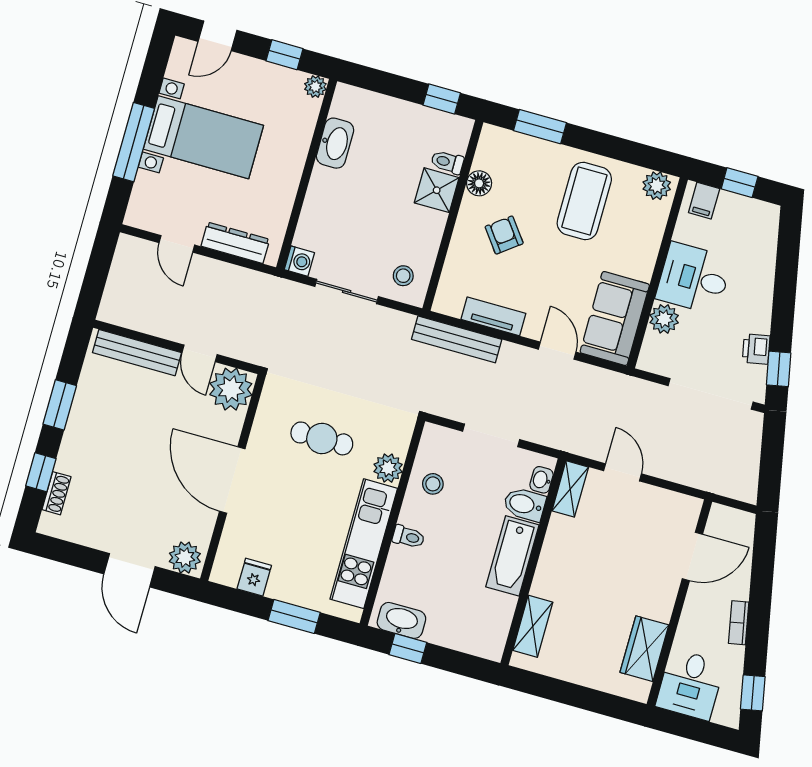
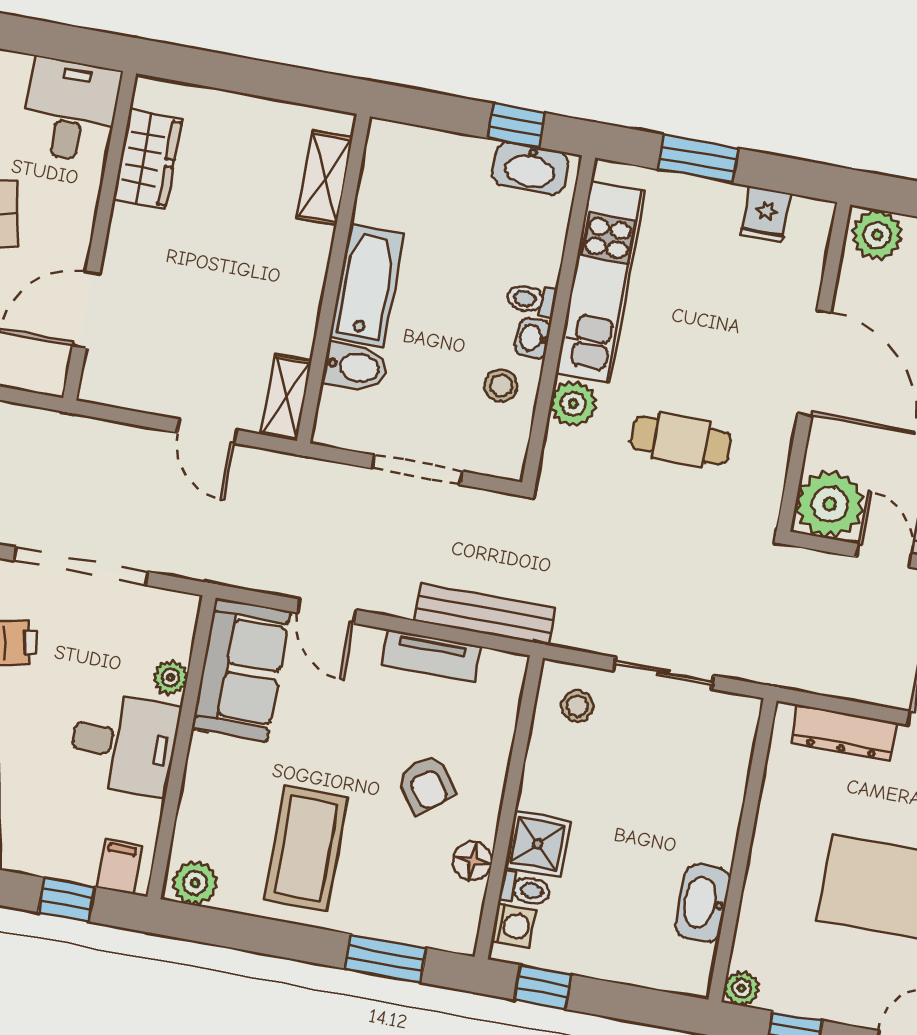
washing machine: (299, 261) -> (513, 926), moved, turned 180
plant: (664, 319) -> (171, 677), width x0.73, depth x0.73
washbasin: (542, 480) -> (533, 338), moved, turned 180

